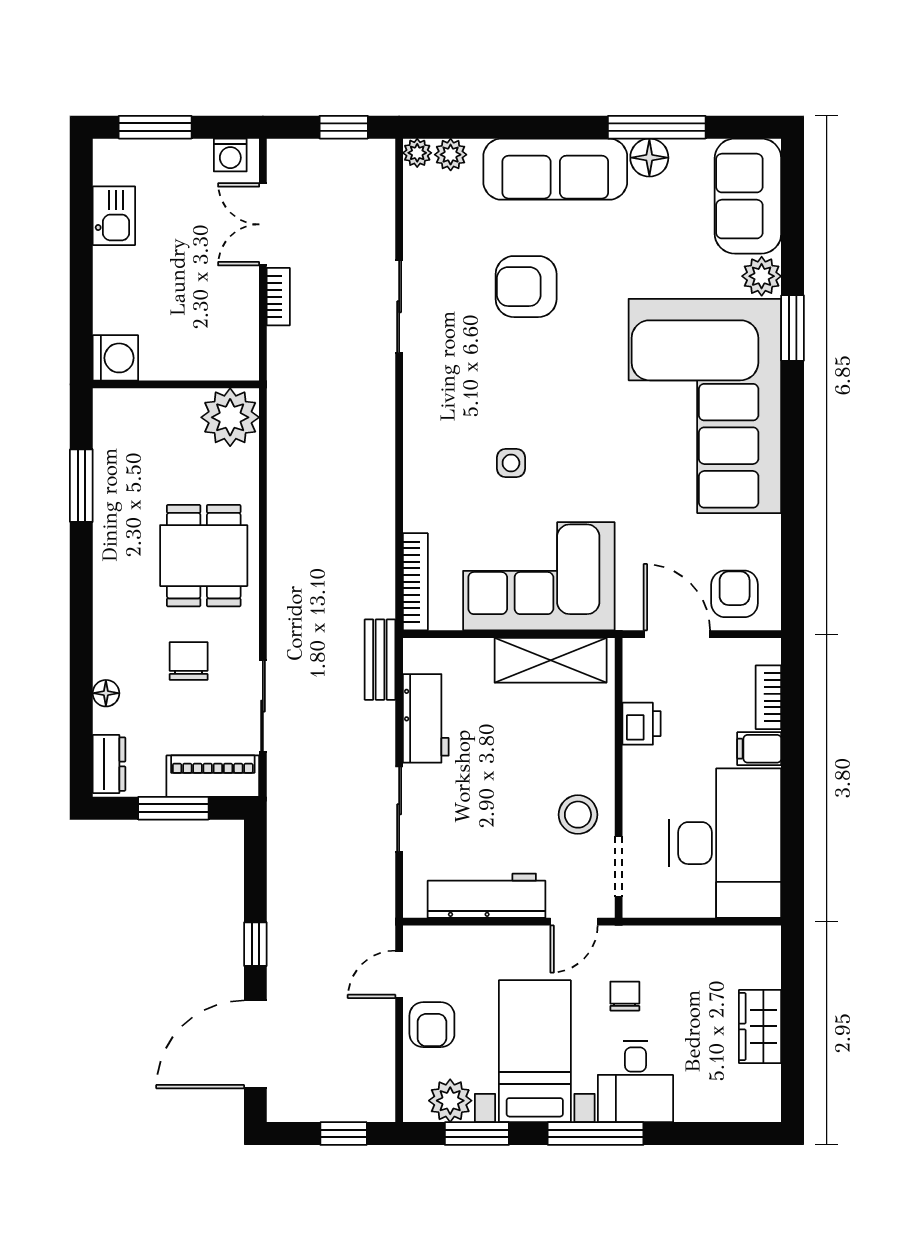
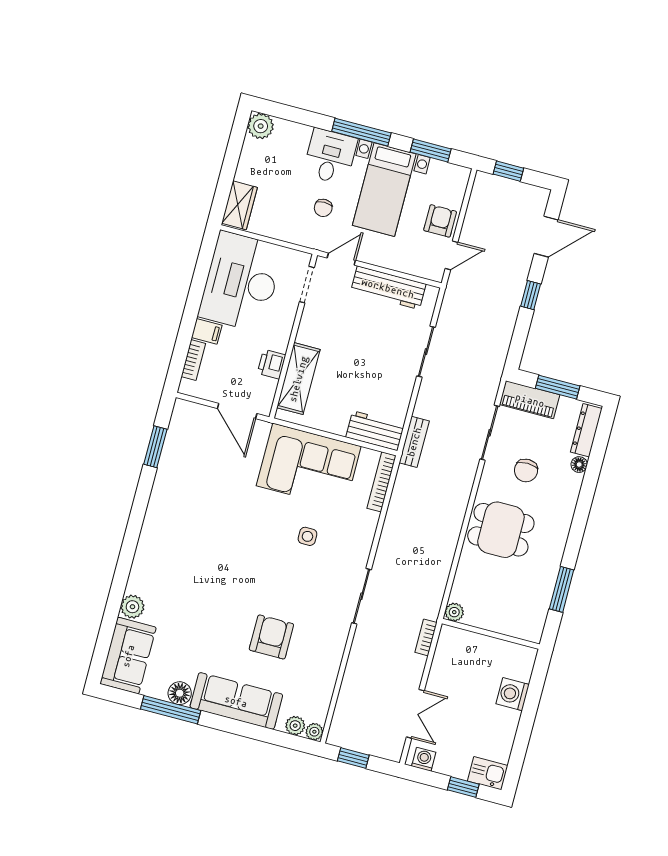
window: (155, 127) -> (463, 787), width x0.67
kitchen sink: (114, 216) -> (488, 773), moved, turned 90
armchair: (526, 287) -> (271, 637), turned -90
bookcase: (278, 297) -> (426, 637), moved
sliding door: (399, 307) -> (361, 596), moved
window: (793, 328) -> (155, 447), moved
washing machine: (115, 358) -> (513, 694), moved
corner sofa: (705, 406) -> (186, 540), removed
plant: (230, 417) -> (454, 612), width x0.53, depth x0.53
dining table: (204, 556) -> (501, 530), turned 90
armchair: (735, 594) -> (197, 426), removed
shelving: (551, 660) -> (298, 379), moved, turned 90
workbench: (426, 718) -> (375, 431), moved, turned 90
dresser: (109, 764) -> (586, 430), width x1.44
stool: (578, 815) -> (323, 321), removed
wardrobe: (760, 1026) -> (239, 205), moved
door: (255, 1044) -> (546, 237), width x0.73
plant: (450, 1101) -> (261, 126), moved

